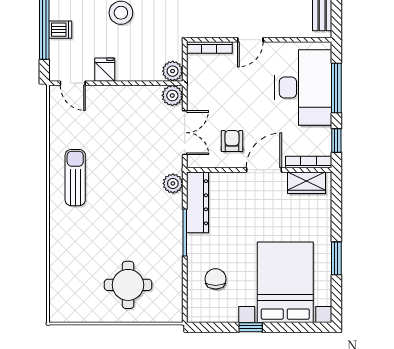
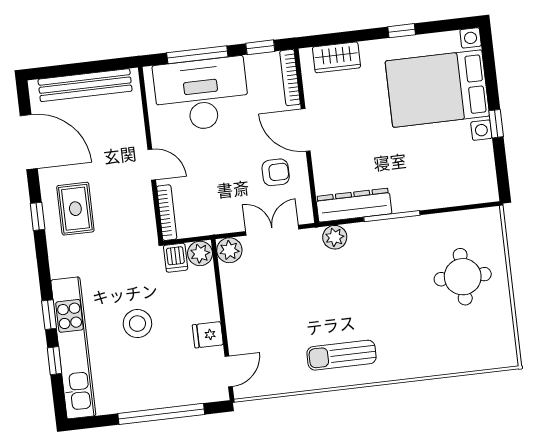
dishwasher: (60, 30) -> (176, 258), moved, turned 180
armchair: (232, 141) -> (276, 172), turned 180
wardrobe: (306, 183) -> (336, 57), moved, turned 90
window: (336, 258) -> (402, 31), width x0.67
chair: (216, 279) -> (443, 173), removed

